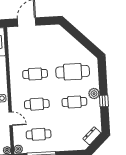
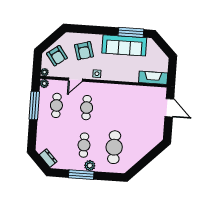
cafe table: (35, 74) -> (117, 110), removed
window: (104, 101) -> (81, 175), width x2.17

